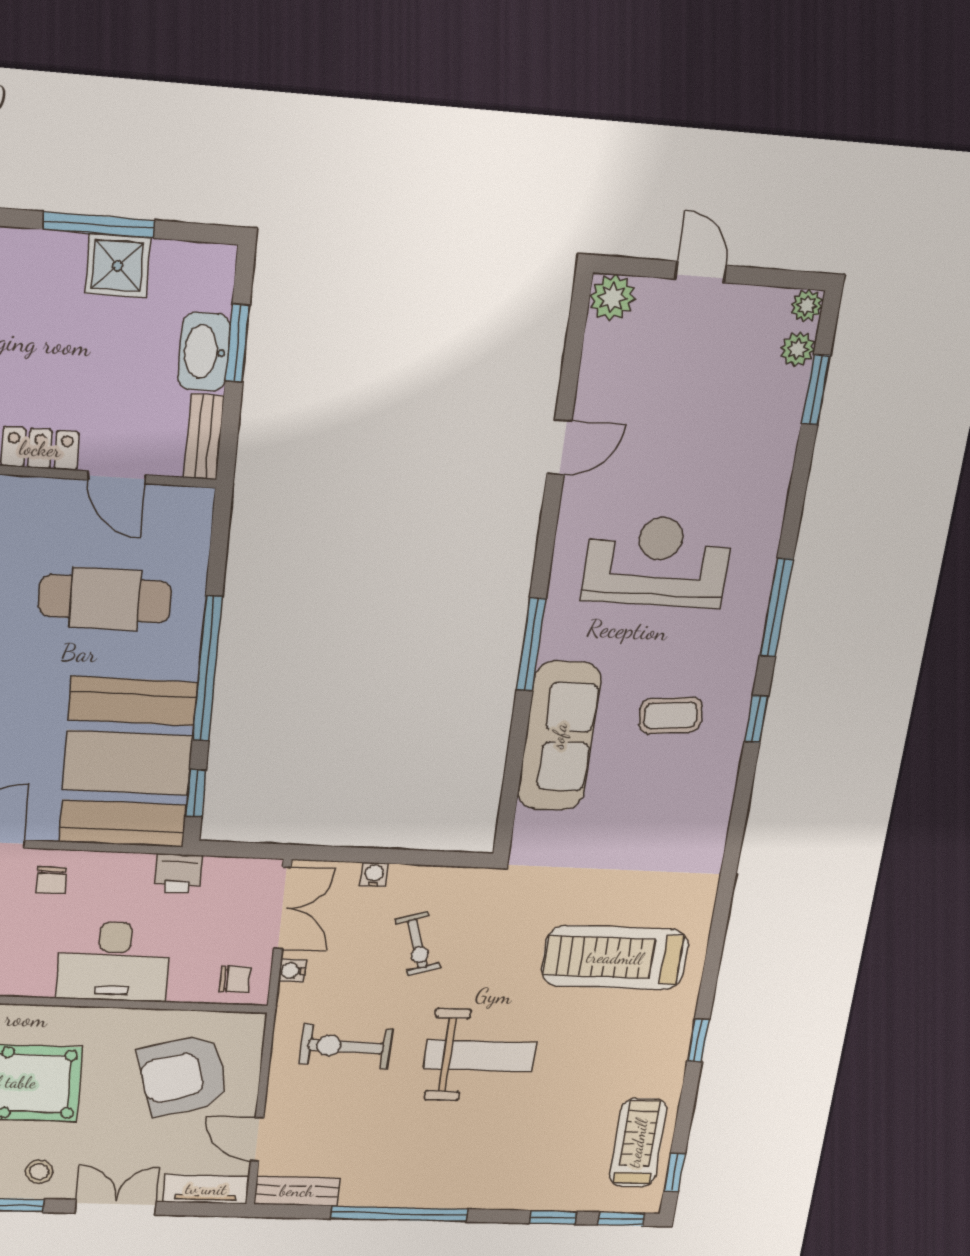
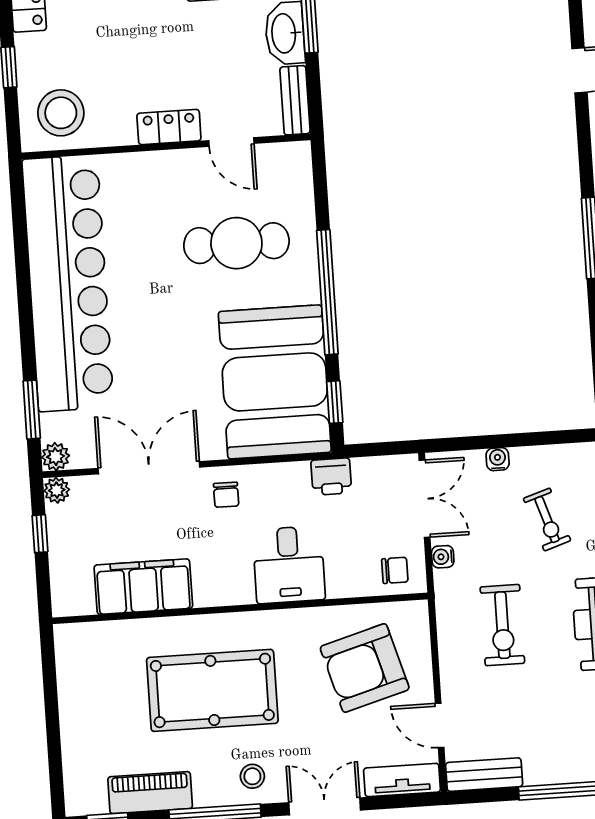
desk: (114, 962) -> (289, 565), width x0.73
exercise bike: (346, 1046) -> (502, 625), turned -92

